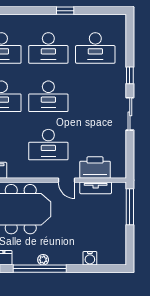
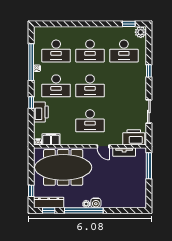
window: (65, 11) -> (129, 24), moved
plant: (118, 22) -> (141, 32), added
sliding door: (130, 114) -> (149, 111), moved
printer: (95, 168) -> (134, 137), moved
water cooler: (90, 258) -> (96, 203), moved

